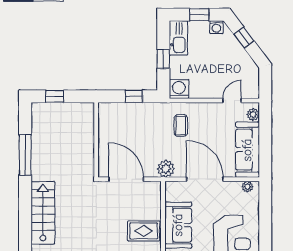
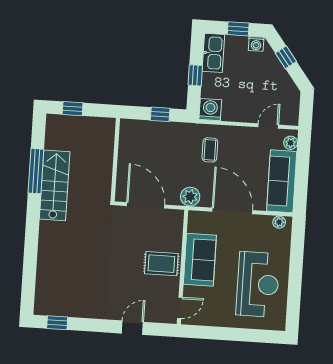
stairs: (43, 213) -> (55, 185), moved

